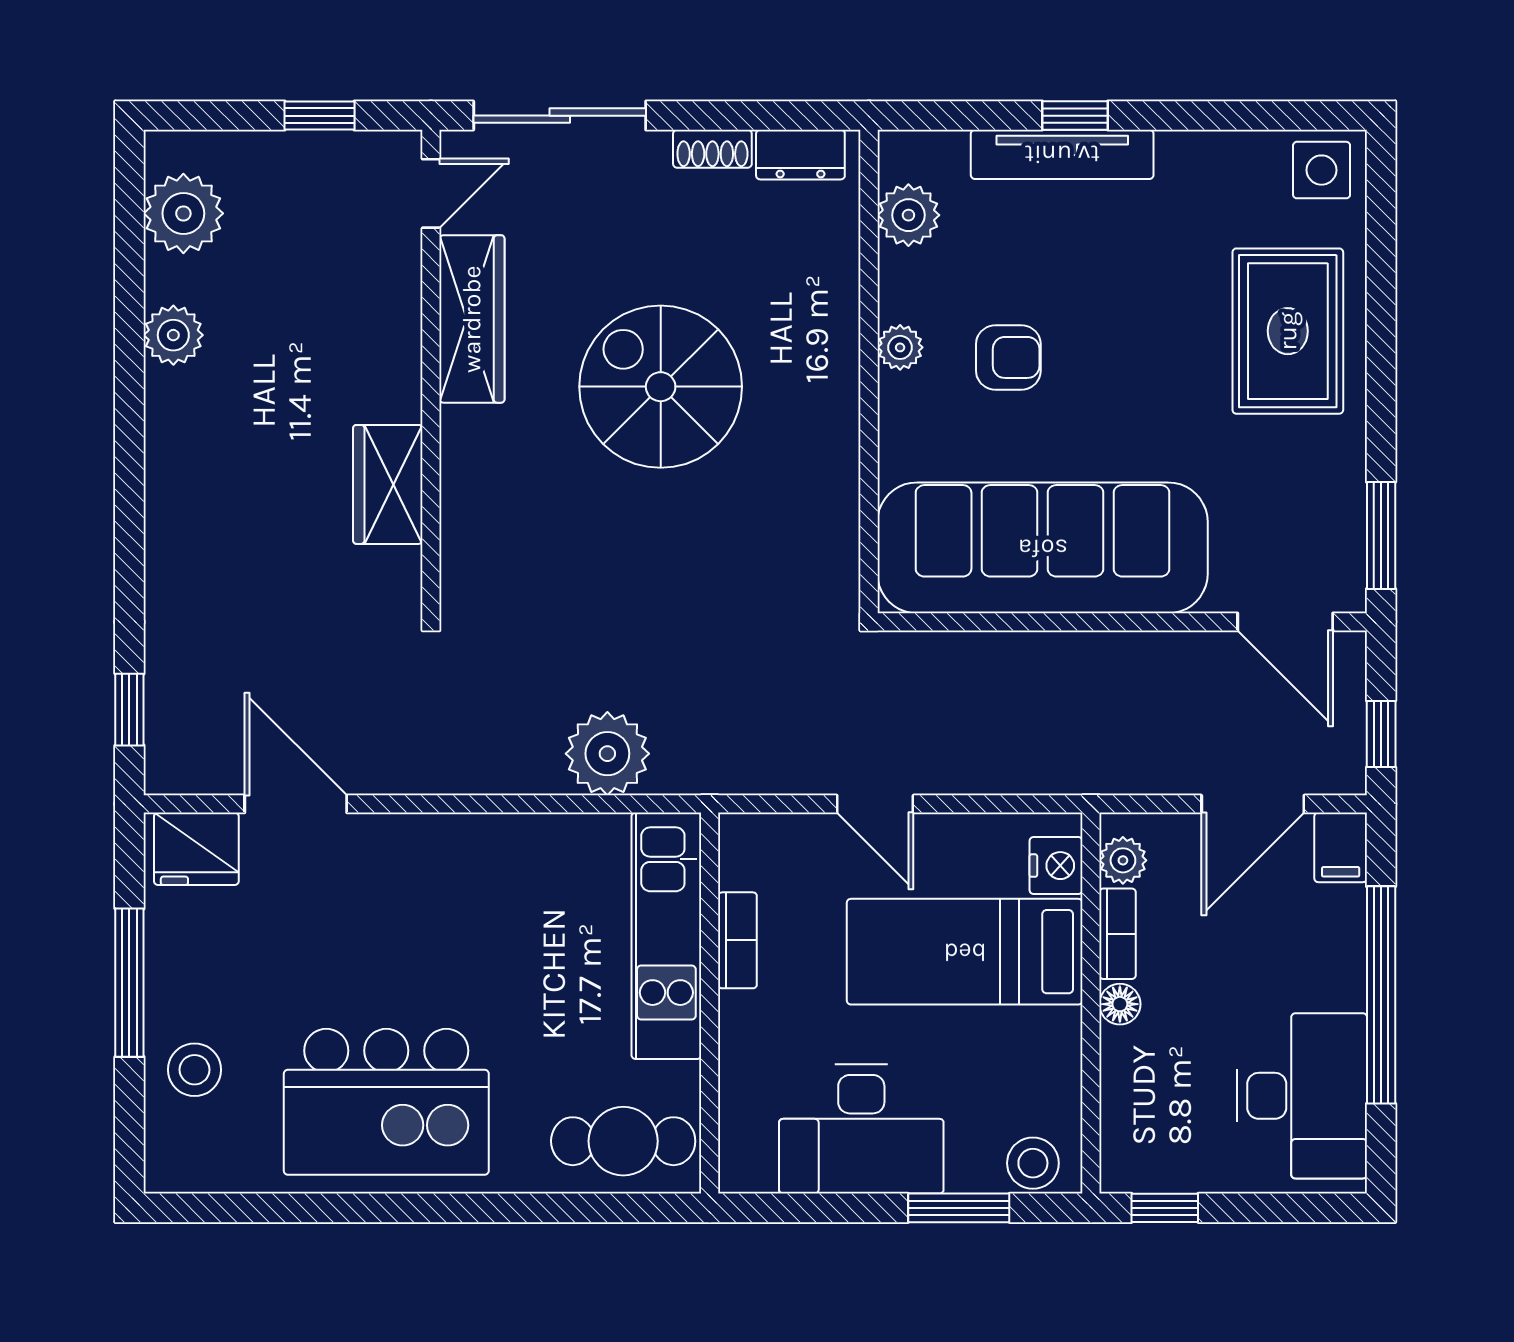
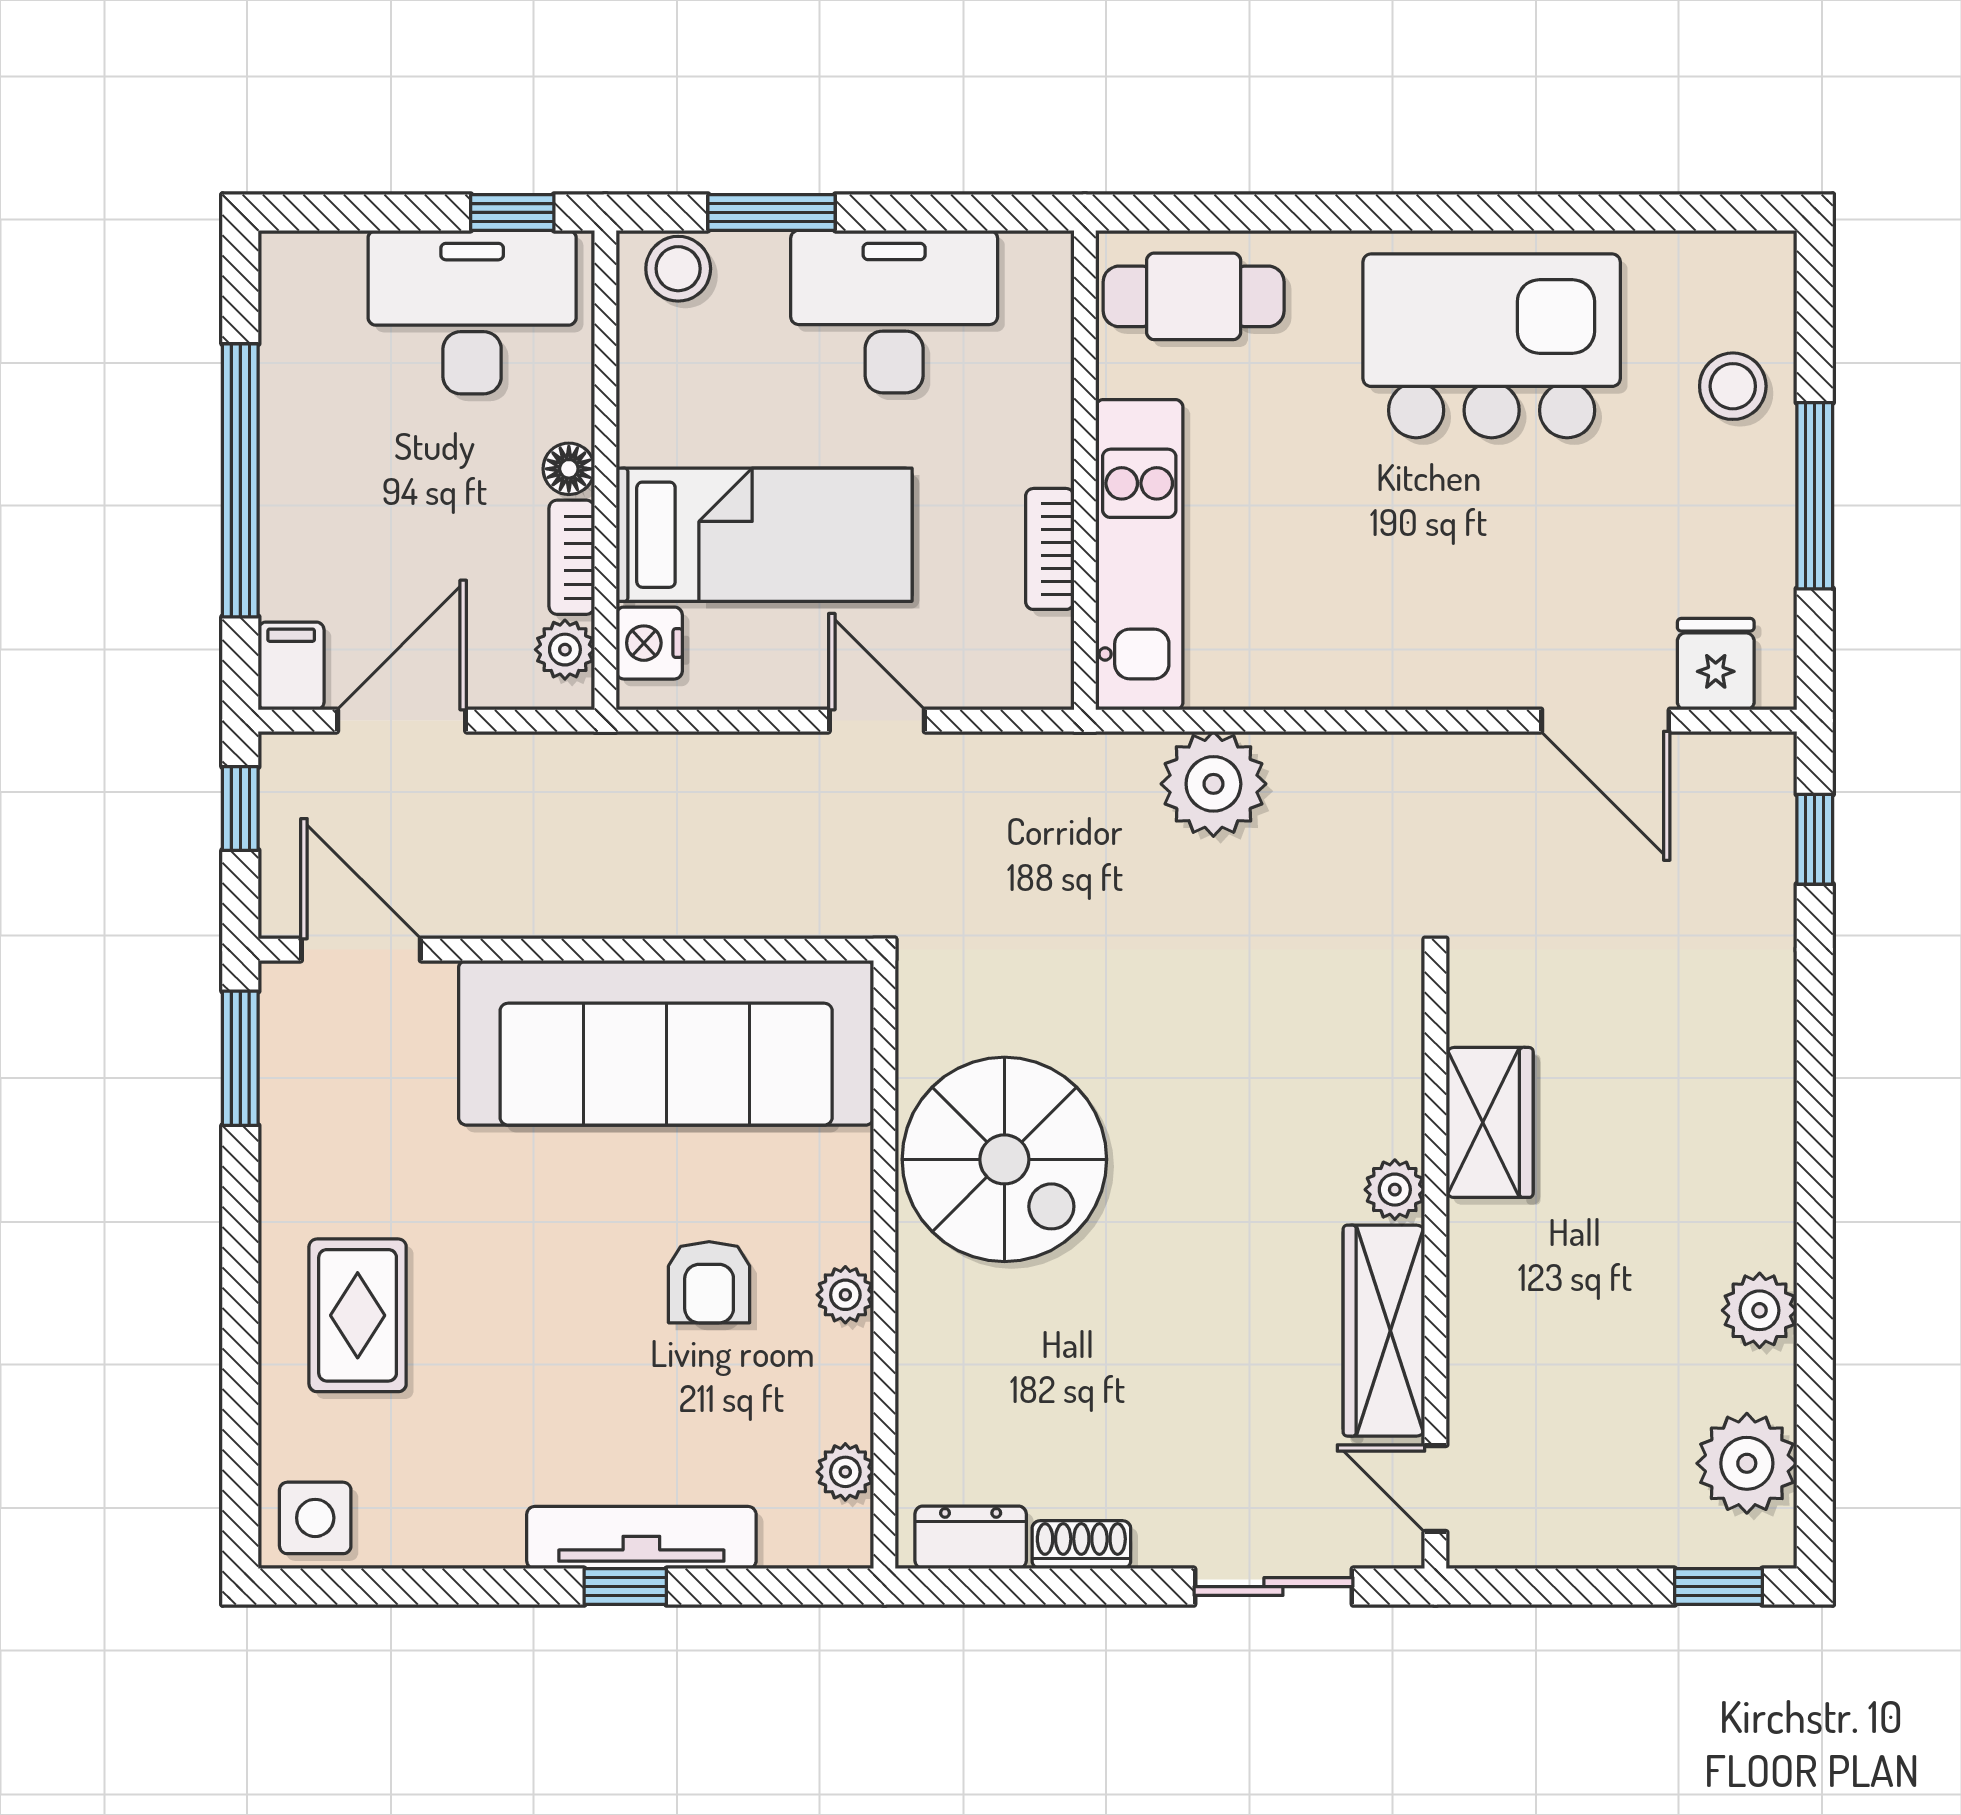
window: (320, 116) -> (1718, 1587), moved
sliding door: (560, 116) -> (1273, 1587), width x0.73
door: (431, 193) -> (1435, 1488), hinge flipped
plant: (908, 215) -> (845, 1472), width x0.73, depth x0.73
rug: (1288, 331) -> (358, 1315), width x0.73, depth x0.70
armchair: (1008, 357) -> (709, 1282), turned -90
spiral stairs: (661, 387) -> (1004, 1159), moved
plant: (463, 431) -> (1395, 1190), added
fridge: (196, 849) -> (1716, 664), width x0.72
desk: (1302, 1096) -> (472, 312), moved, turned 90

